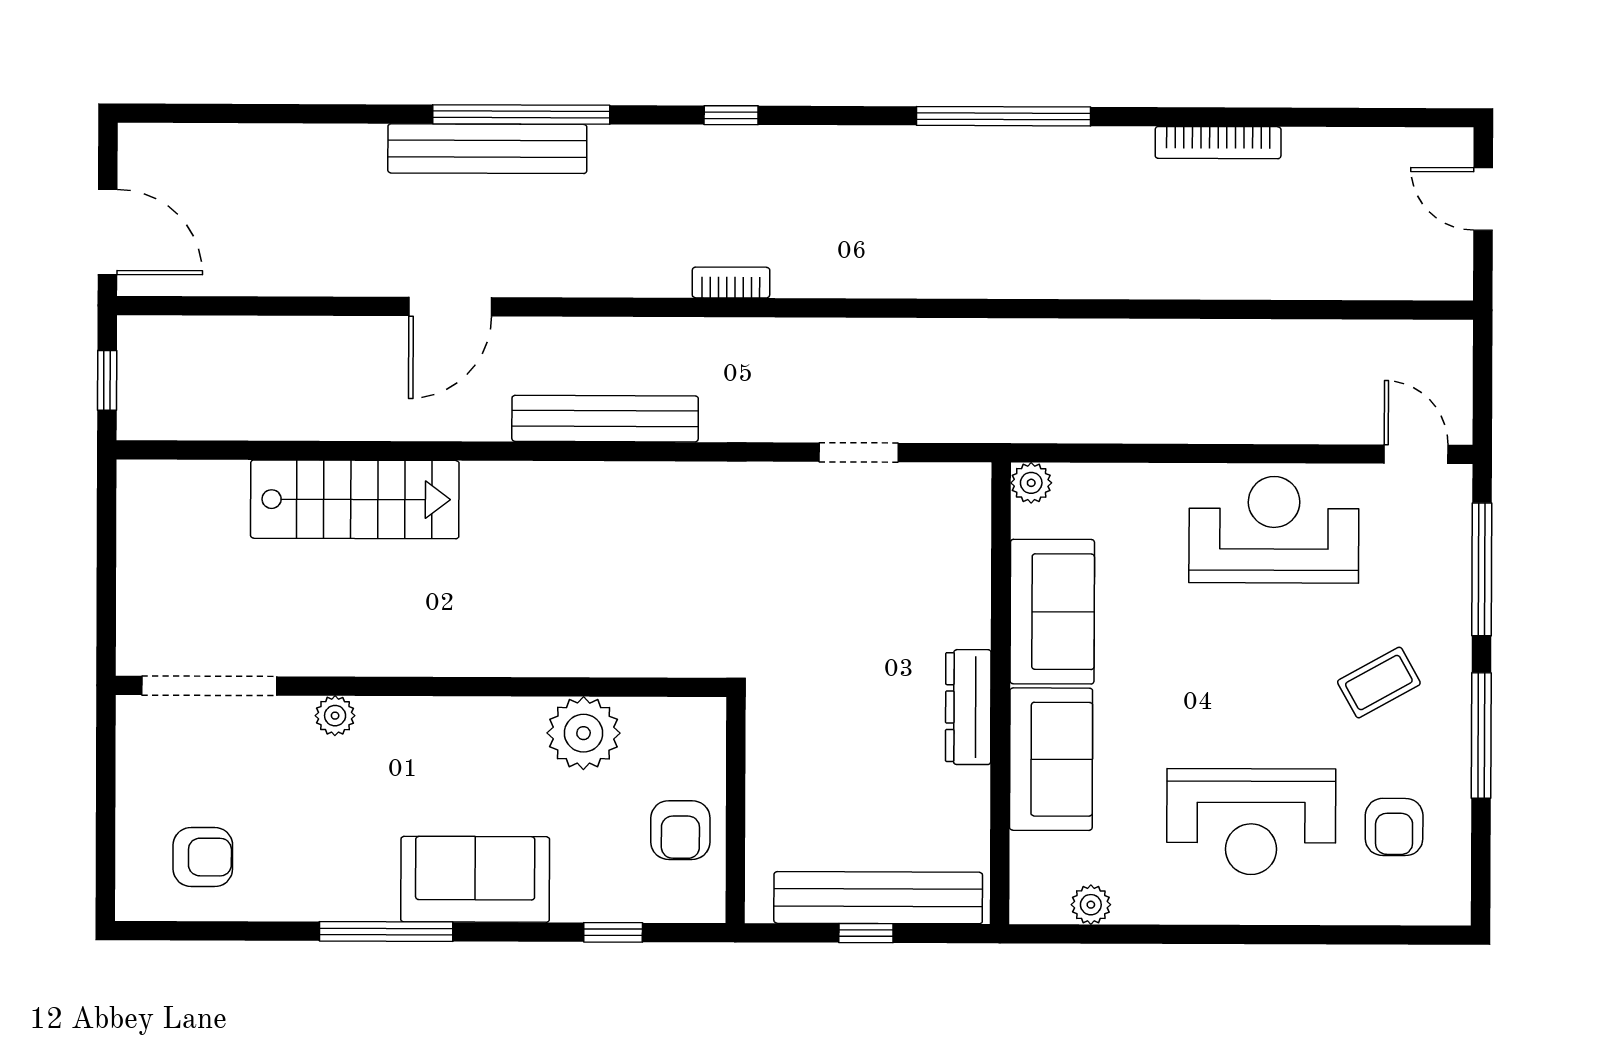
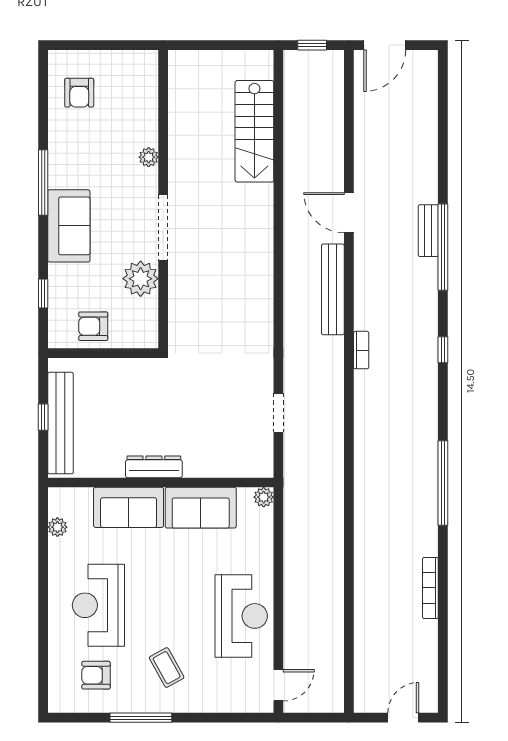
bench: (487, 149) -> (428, 231), width x0.54, depth x0.82
bench: (605, 419) -> (333, 289), moved
stairs: (355, 499) -> (254, 131), moved
window: (1482, 569) -> (222, 718), removed
doorway: (209, 686) -> (163, 228), moved

